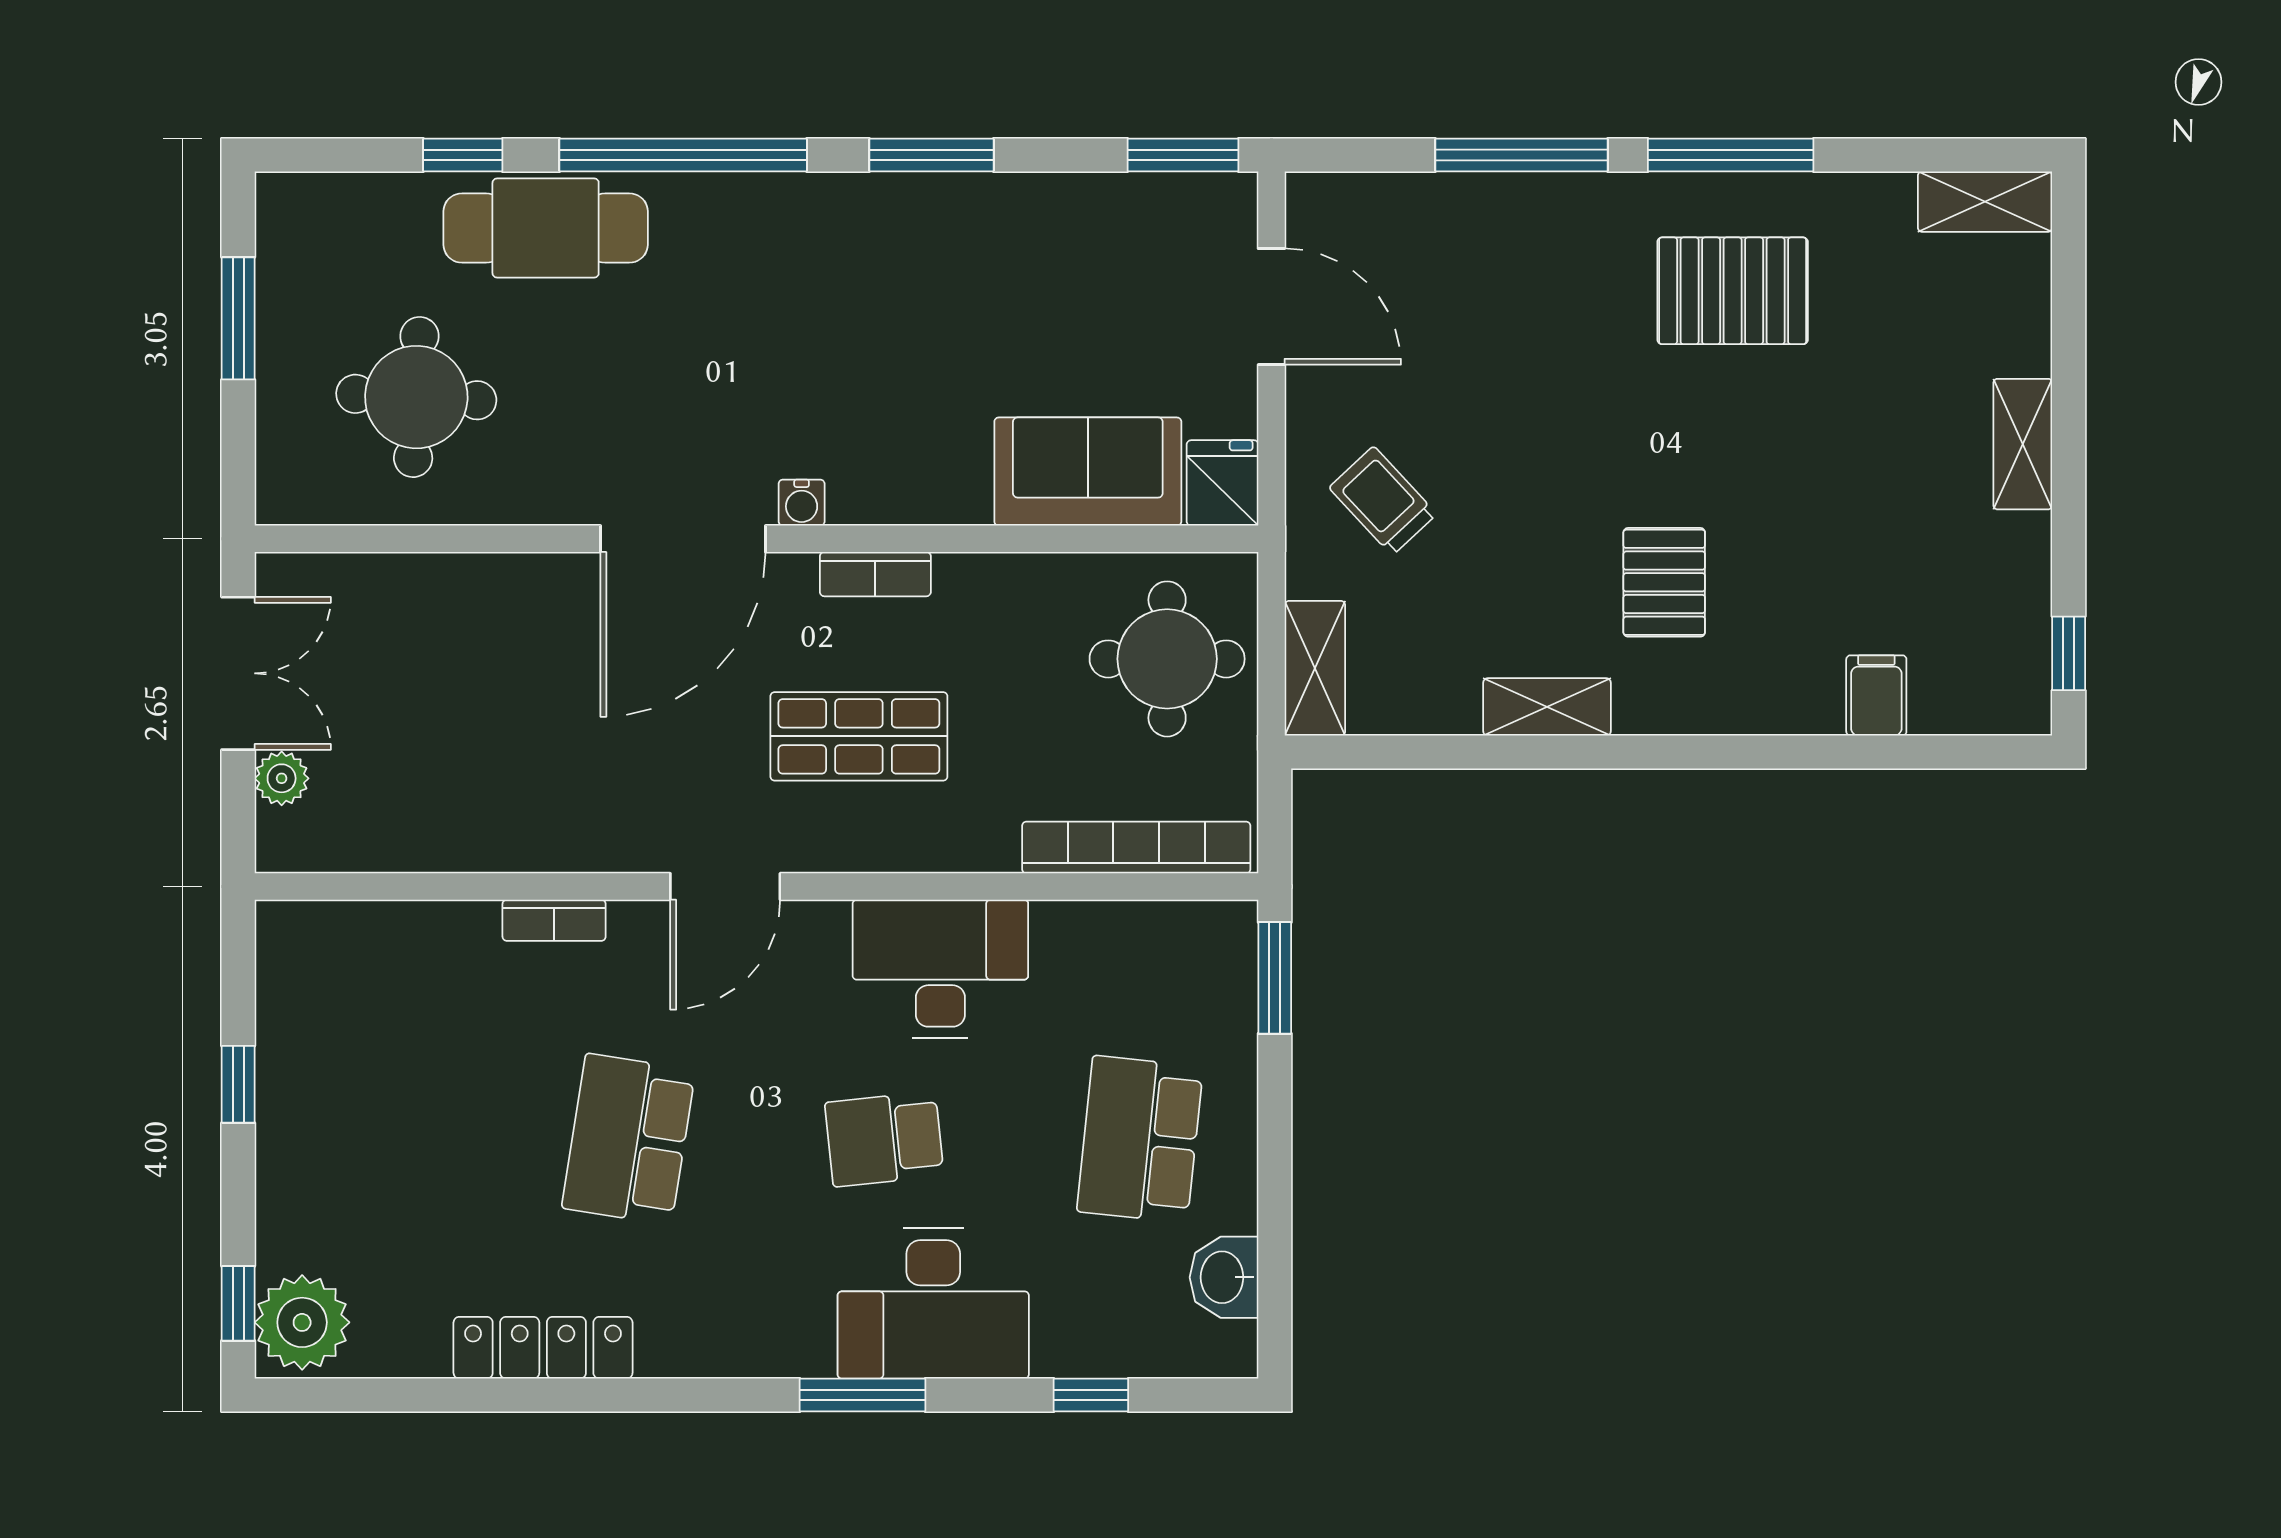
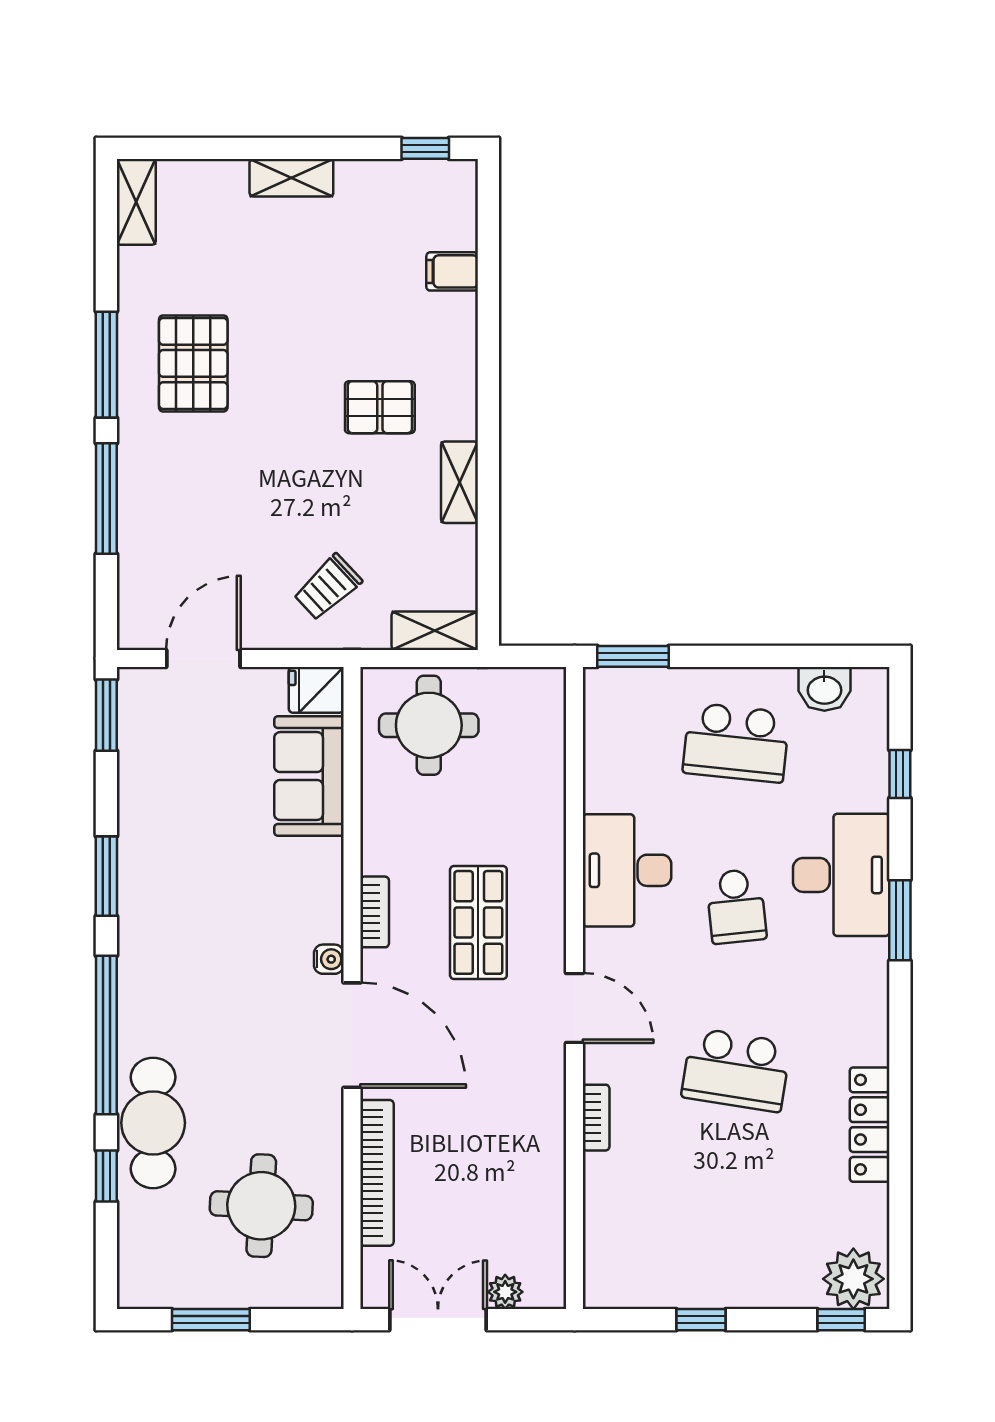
bookcase: (1136, 847) -> (377, 1173), moved, turned 180

